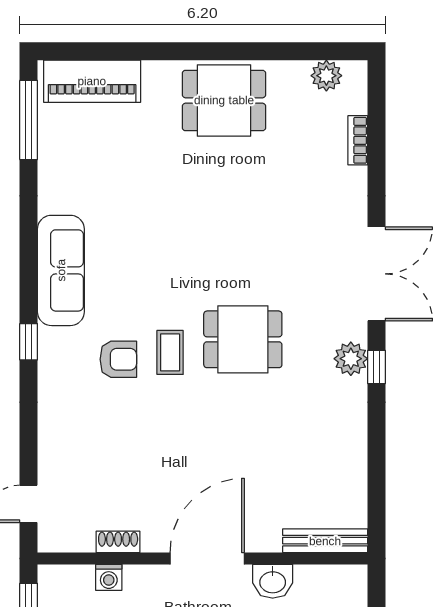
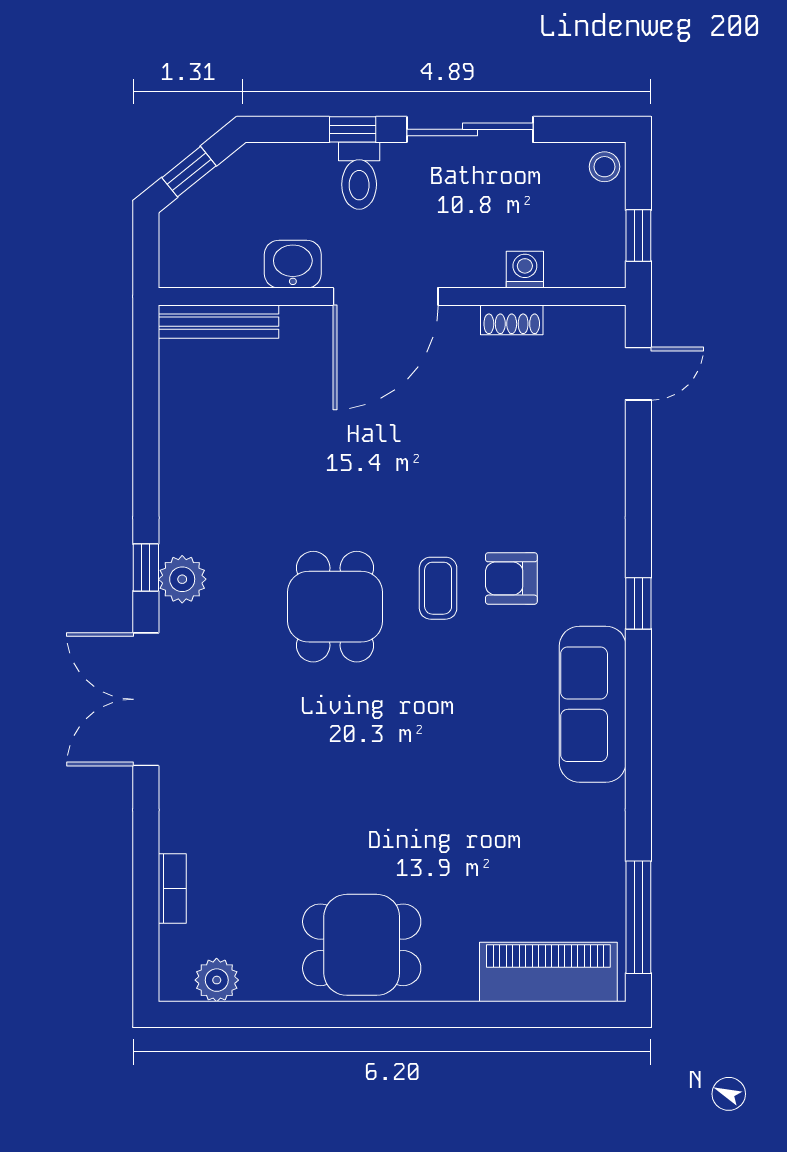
dining table: (243, 339) -> (335, 607), turned 90

